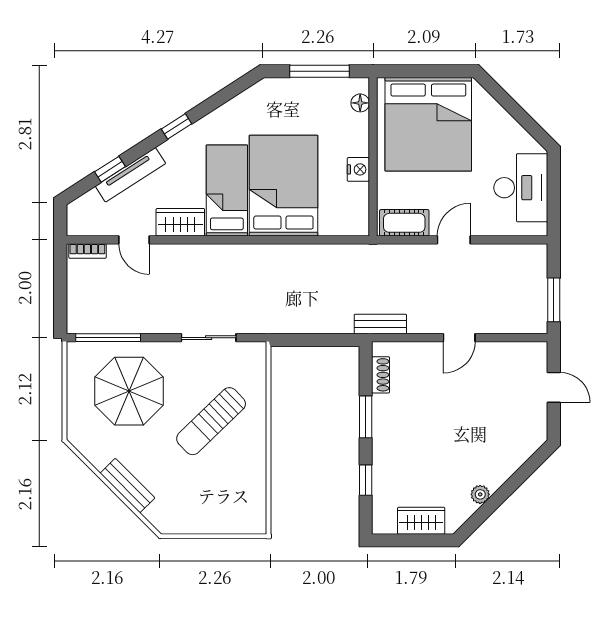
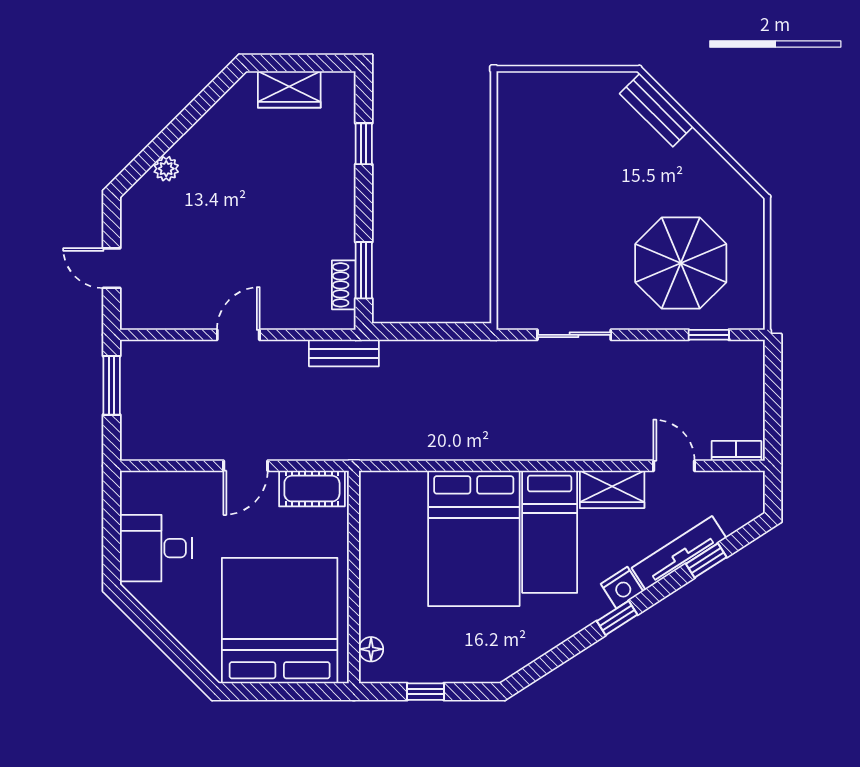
window: (319, 71) -> (426, 692), width x0.46
nightstand: (358, 169) -> (622, 588), moved, turned -123
desk: (521, 188) -> (156, 548), width x0.73
window: (108, 338) -> (709, 335), width x0.46
window: (366, 417) -> (364, 270), moved
sun lounger: (211, 421) -> (571, 223), removed
bench: (128, 486) -> (656, 110), moved
plant: (480, 494) -> (166, 169), moved

